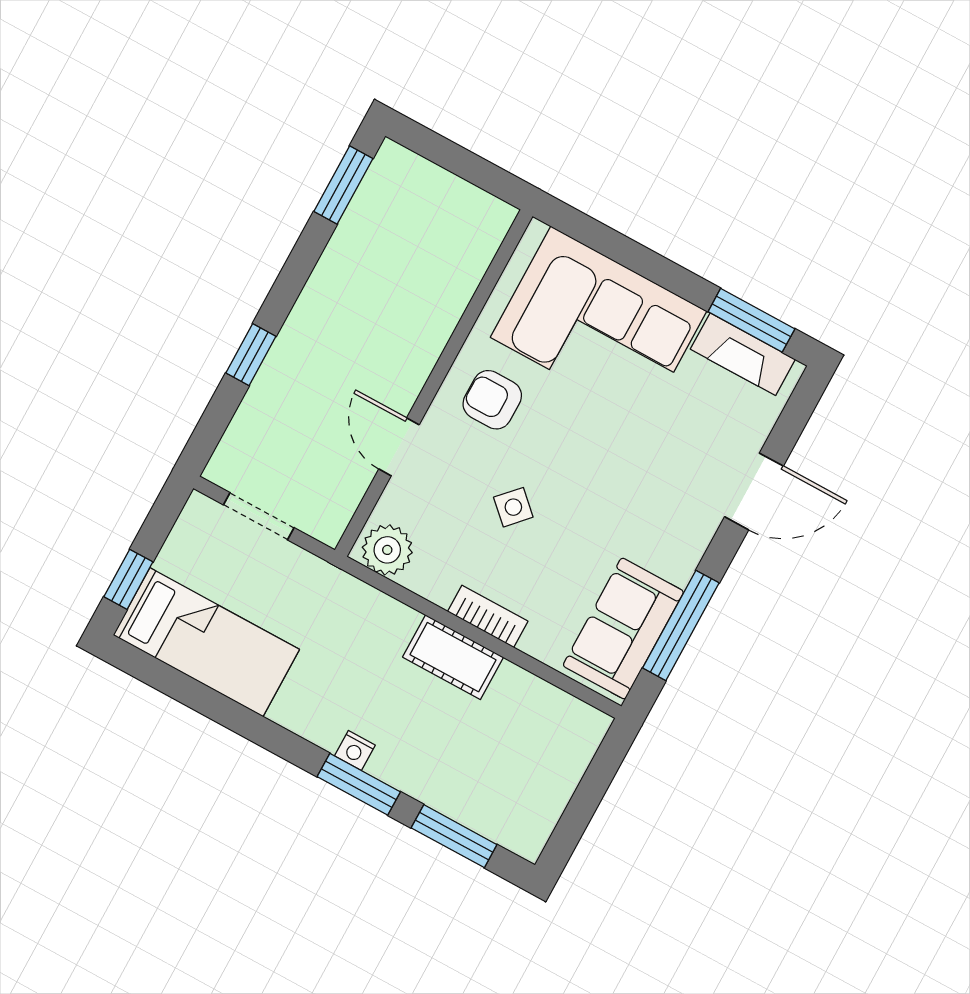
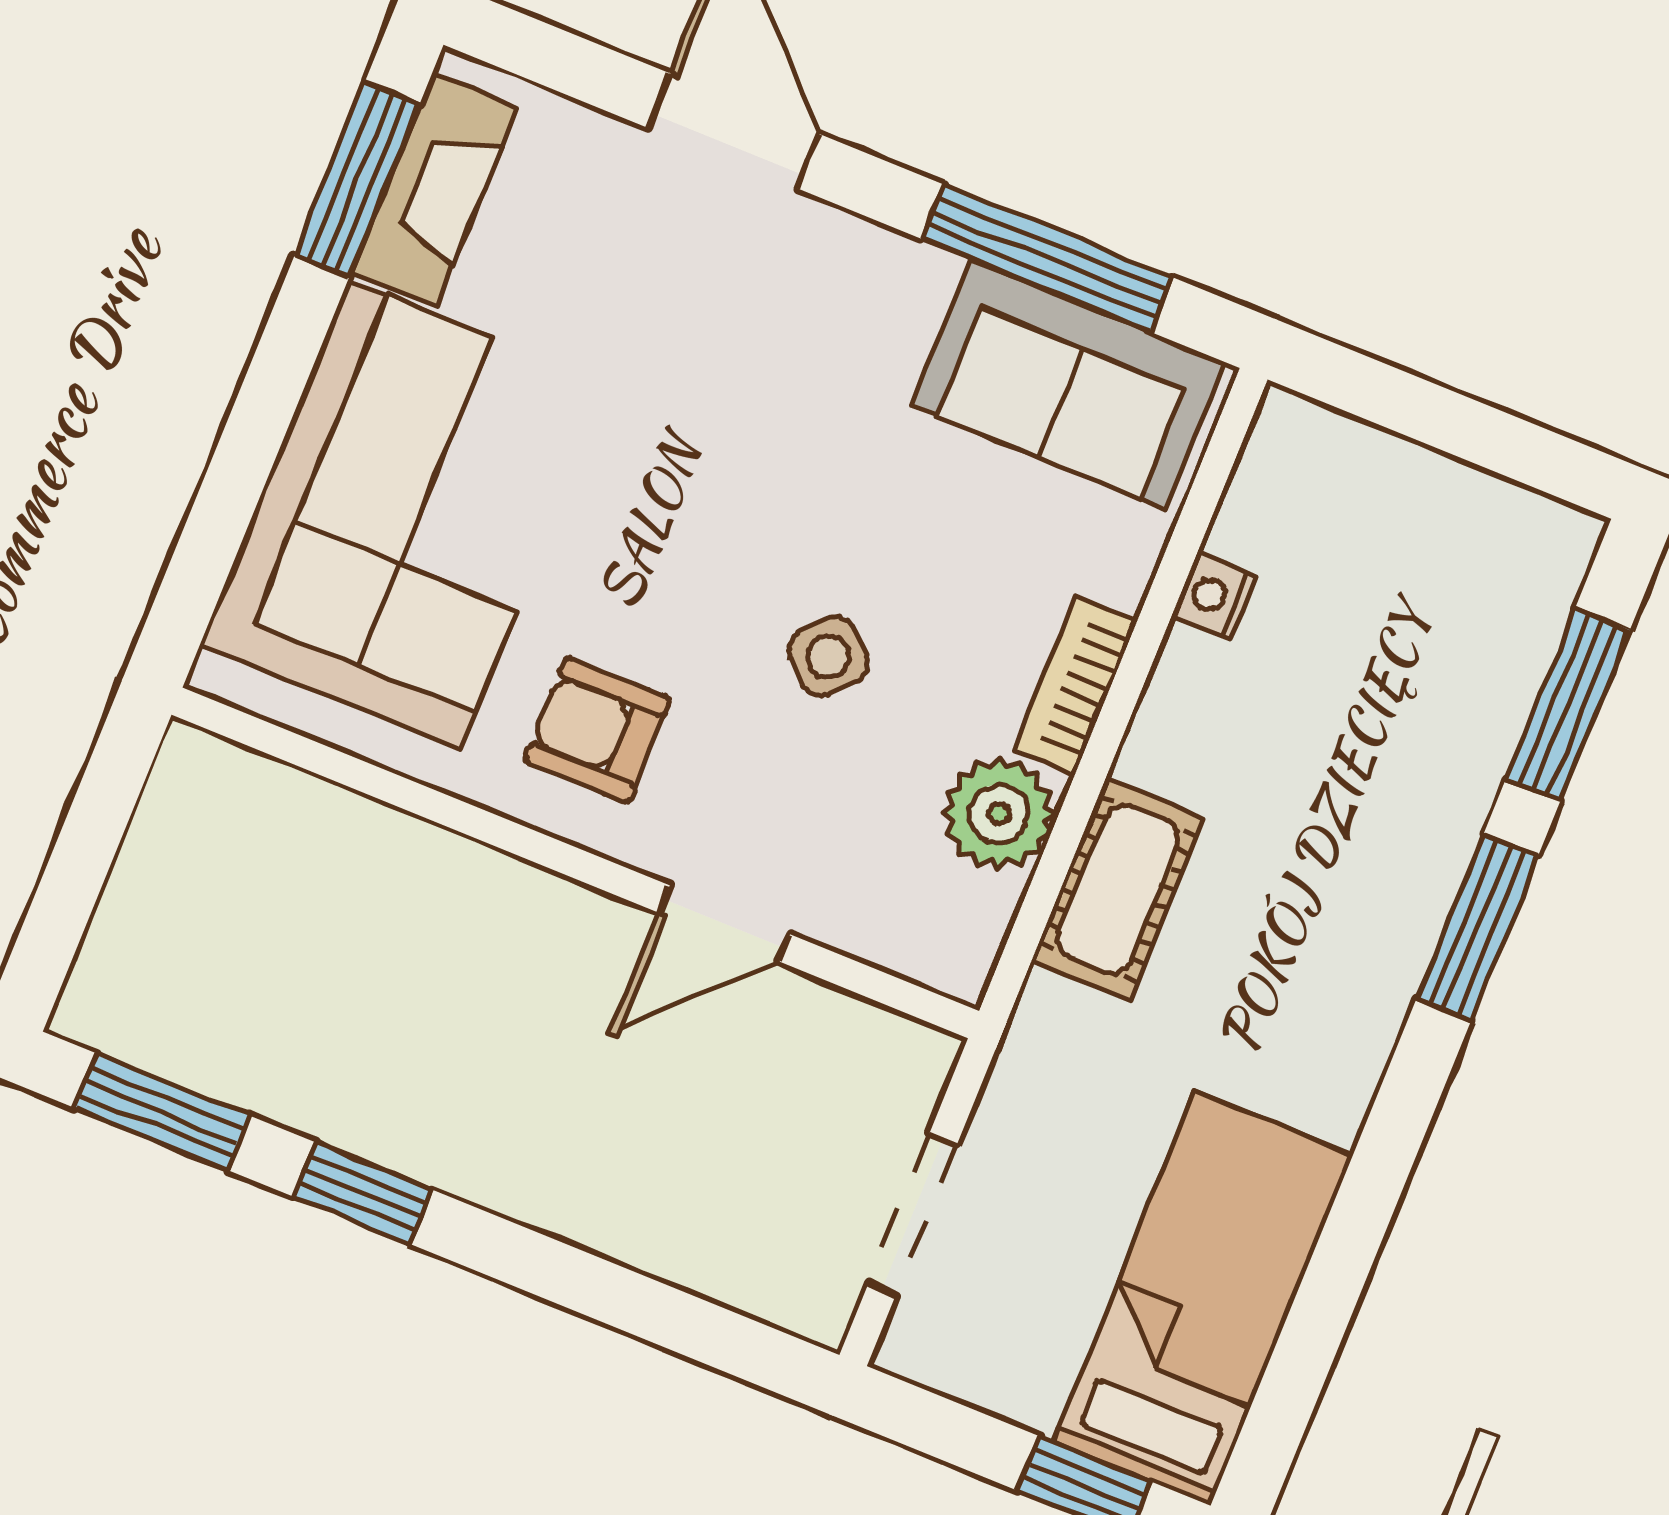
window: (251, 355) -> (363, 1193), moved
armchair: (492, 400) -> (597, 730), turned 90
plant: (387, 550) -> (999, 814), moved
cot: (453, 657) -> (1118, 889), moved
nightstand: (355, 750) -> (1214, 596), moved, turned 180

